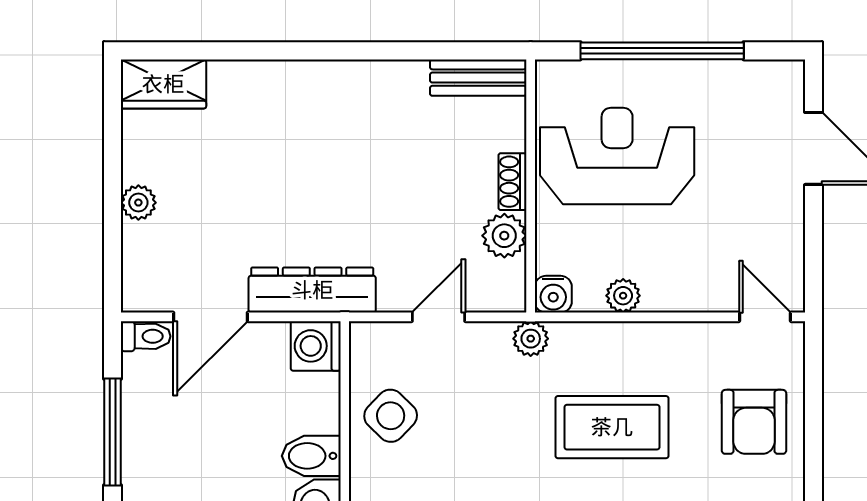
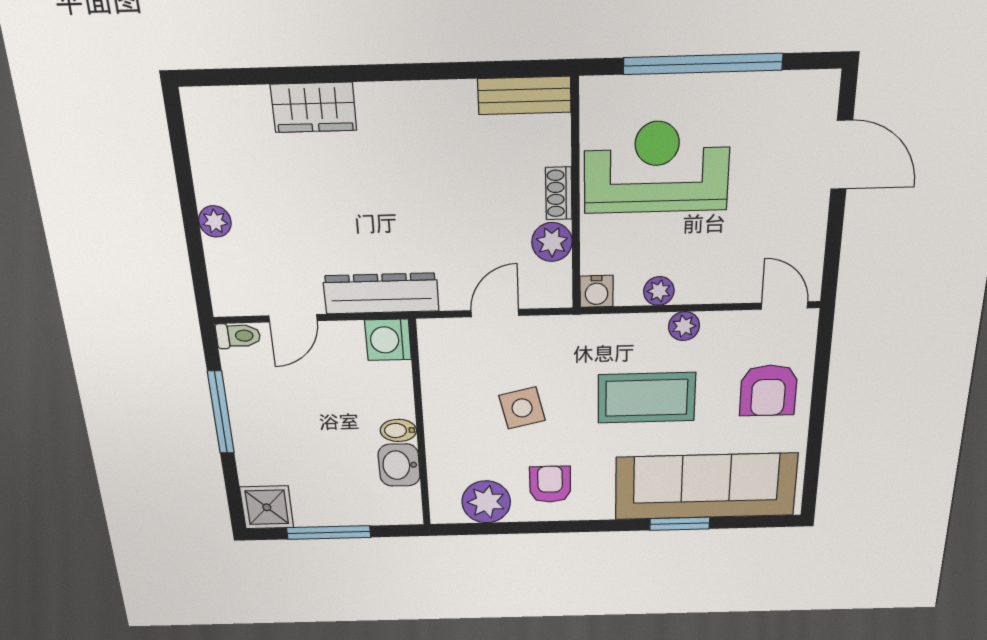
wardrobe: (163, 84) -> (314, 107), moved
door: (211, 317) -> (293, 318), width x0.73
plant: (531, 339) -> (684, 326), moved
side table: (391, 416) -> (522, 408), moved, turned 33
bidet: (311, 456) -> (398, 430), width x0.72, depth x0.74

